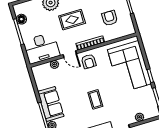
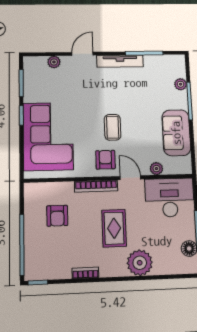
rug: (72, 20) -> (114, 228), turned 90
coffee table: (95, 99) -> (113, 127), moved
sofa: (51, 104) -> (176, 133), moved

